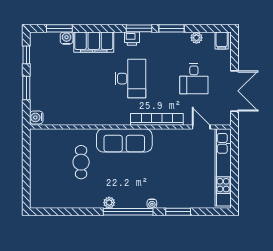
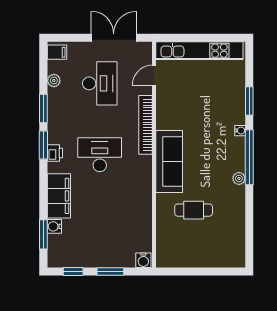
desk: (194, 79) -> (100, 83), width x1.37

